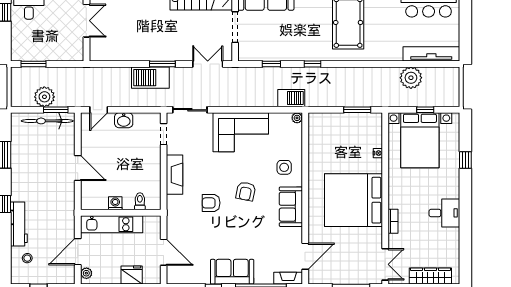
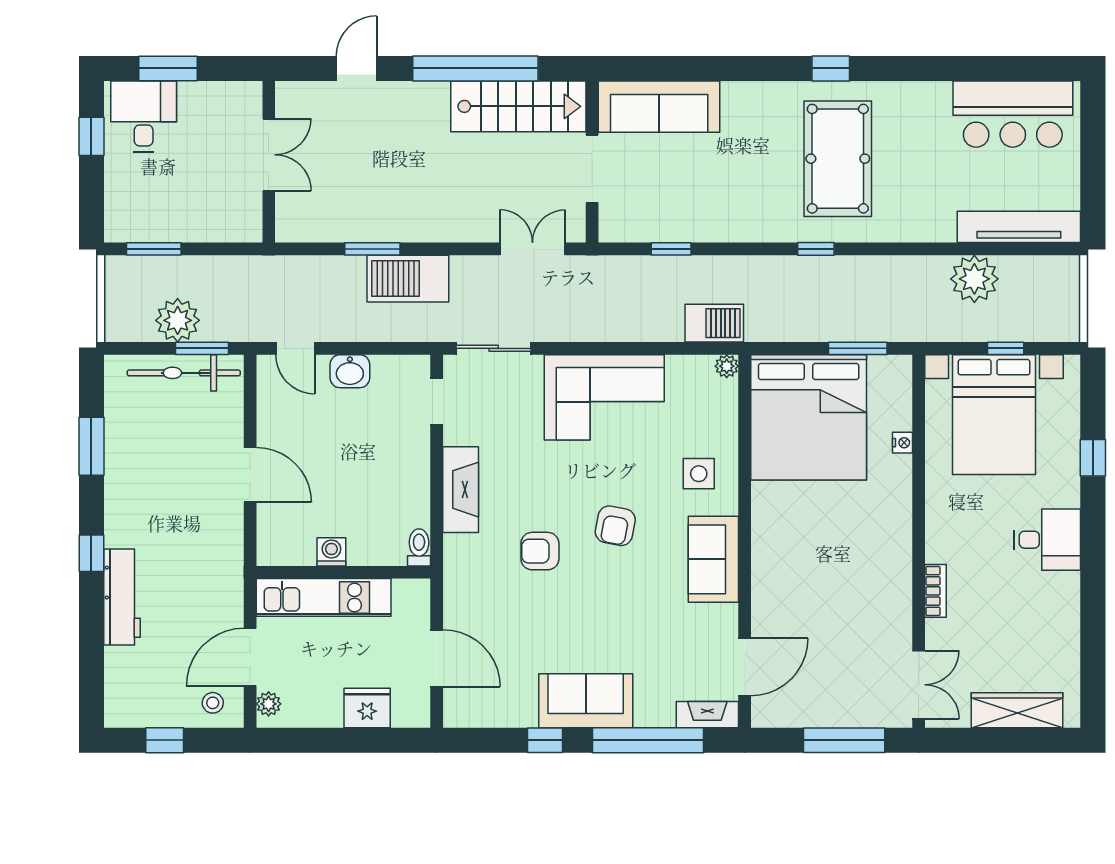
window: (162, 64) -> (372, 249), moved
window: (313, 64) -> (816, 249), moved
door: (99, 110) -> (295, 348), hinge flipped
bed: (354, 200) -> (809, 417), moved, turned -90
toilet: (140, 201) -> (419, 547), moved
desk: (444, 213) -> (1047, 540), moved
stool: (27, 258) -> (213, 703), moved

